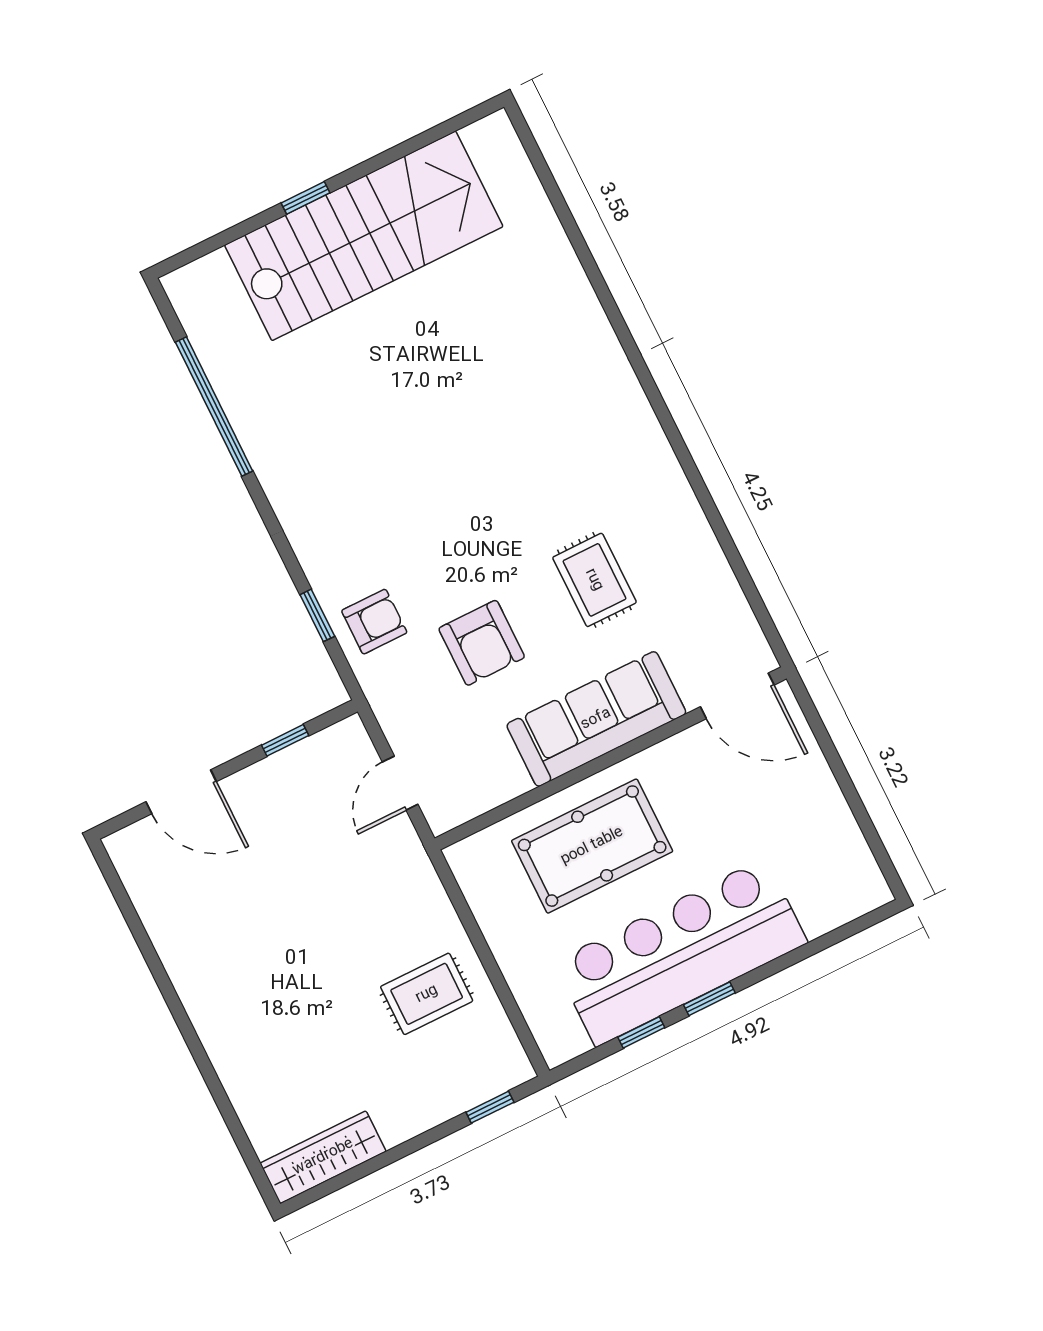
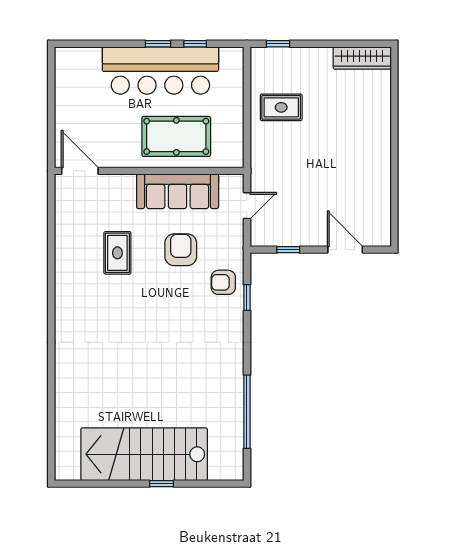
sofa: (596, 719) -> (178, 191), moved

